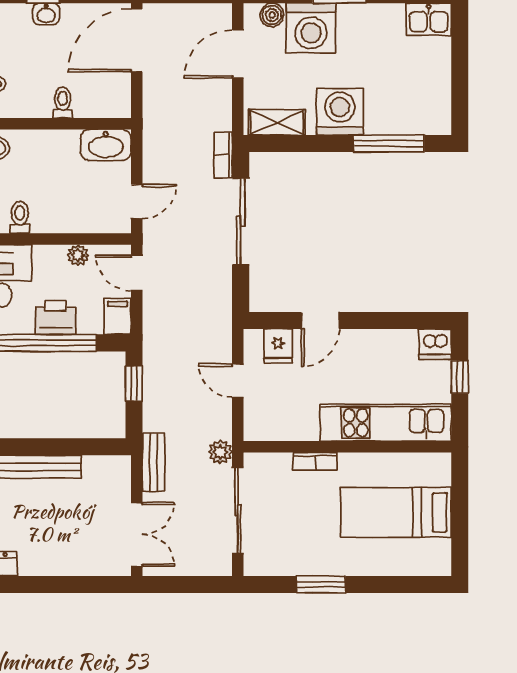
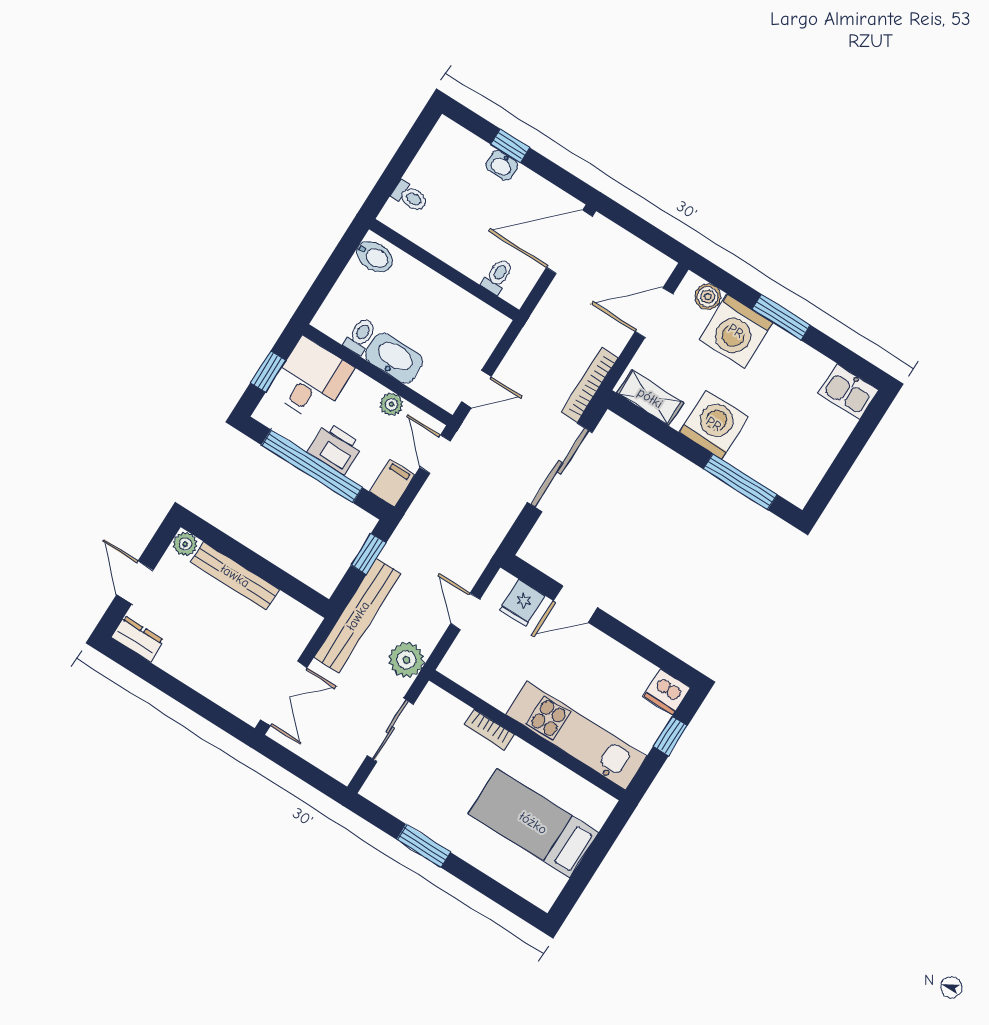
toilet: (63, 103) -> (498, 276), moved
washbasin: (106, 145) -> (394, 358), moved, turned 180
bookcase: (223, 155) -> (590, 385), width x1.56
plant: (220, 452) -> (406, 660), width x1.38, depth x1.38
bench: (154, 462) -> (358, 616), width x1.86, depth x1.21
sliding door: (238, 510) -> (390, 730), width x0.73

